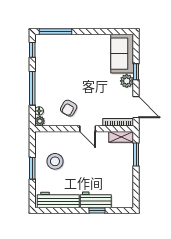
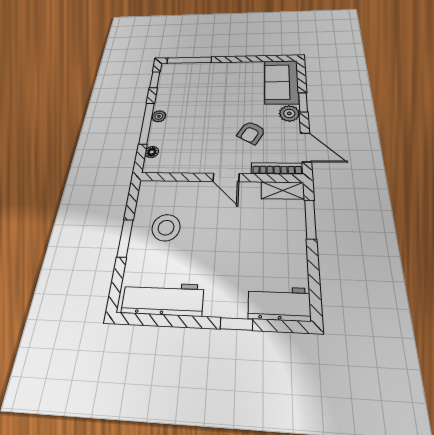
armchair: (69, 108) -> (251, 133), moved
plant: (40, 121) -> (159, 116), moved
workbench: (96, 200) -> (279, 303), moved

